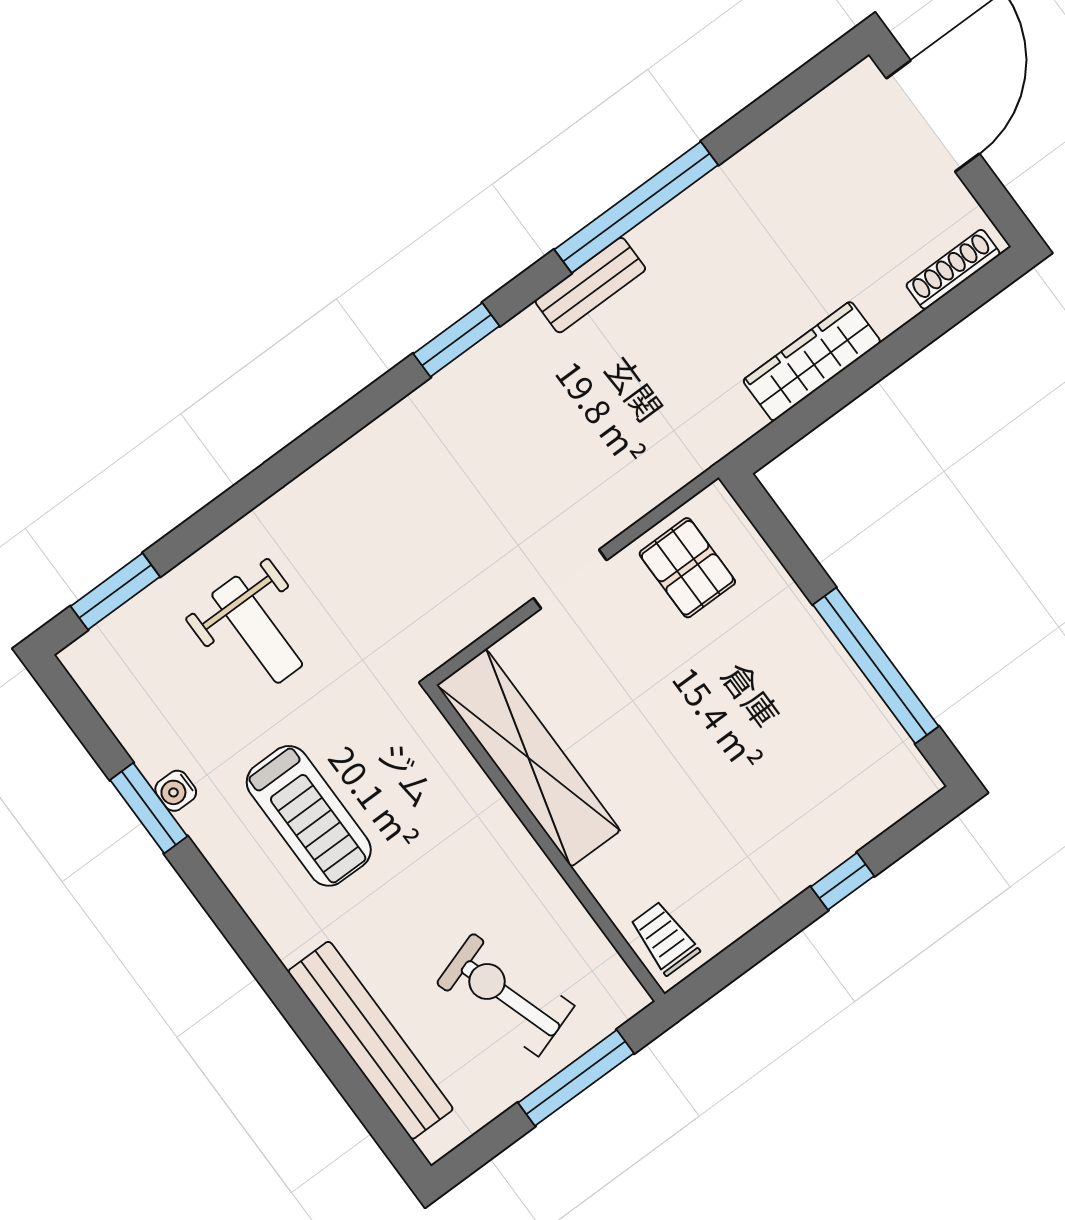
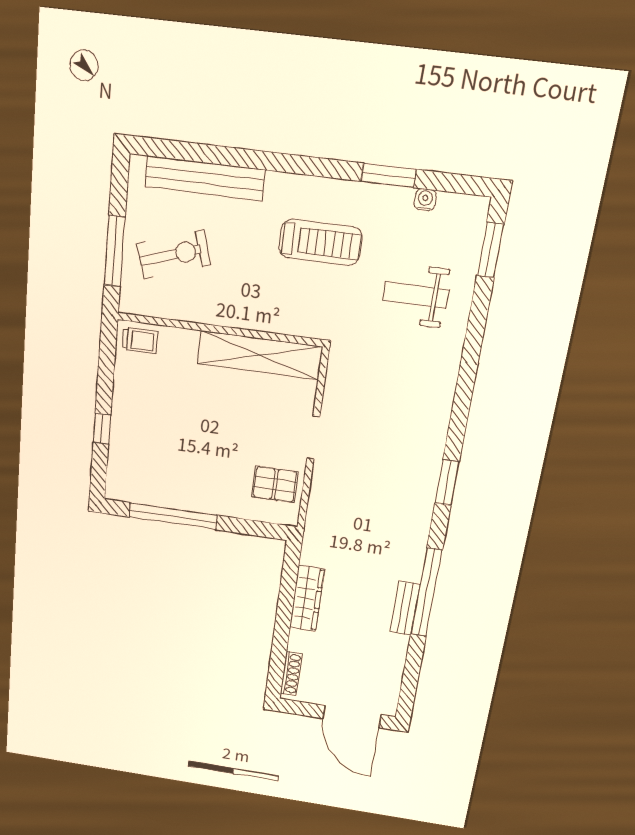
bench: (590, 285) -> (405, 608), moved
water cooler: (176, 791) -> (425, 200), moved
treadmill: (309, 816) -> (320, 242), turned 180

